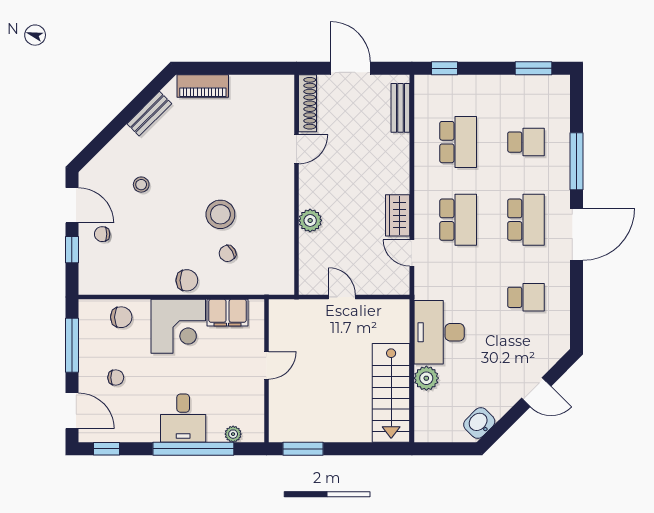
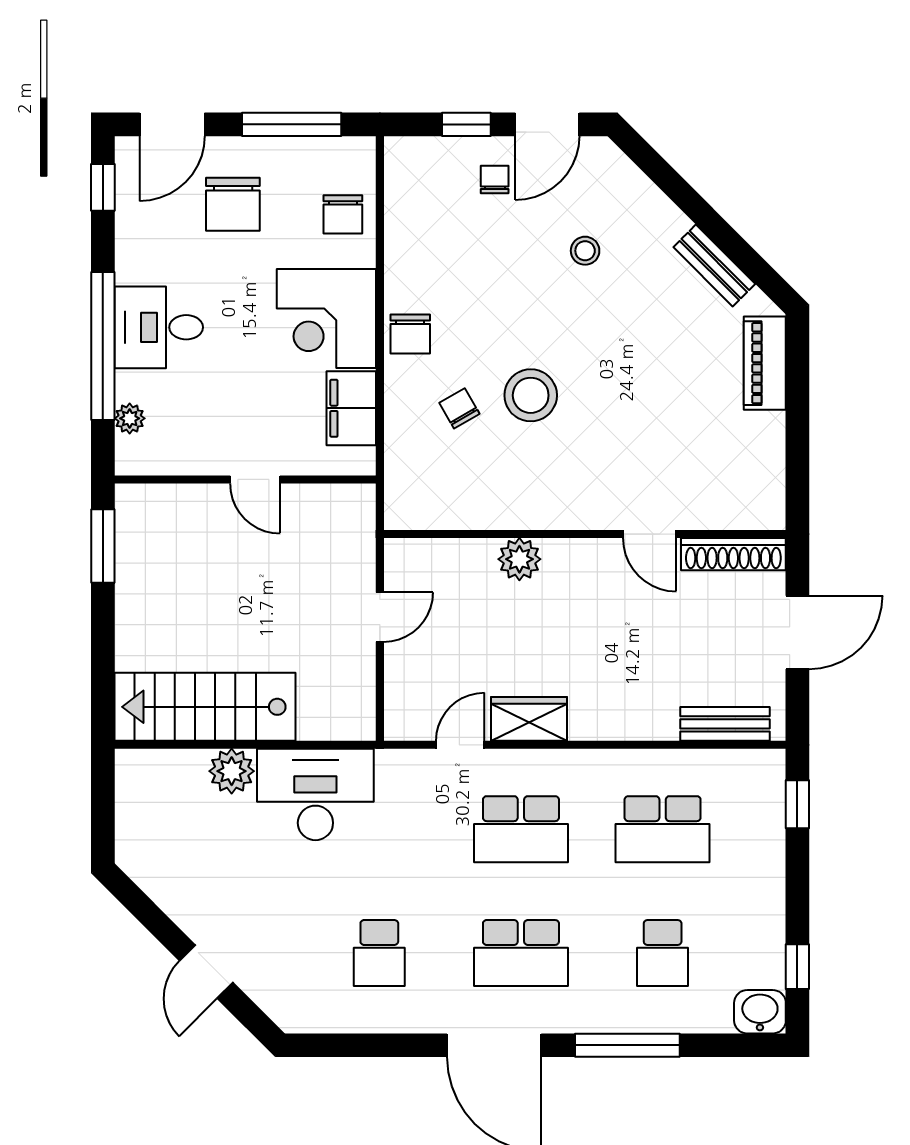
window: (533, 68) -> (797, 967), width x0.67
chair: (116, 378) -> (233, 204), width x1.87, depth x1.87
washbasin: (479, 423) -> (760, 1012), moved, turned -45

